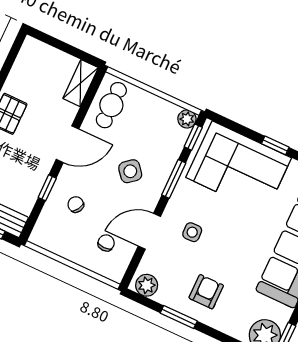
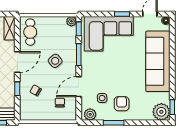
side table: (192, 232) -> (102, 98), moved

